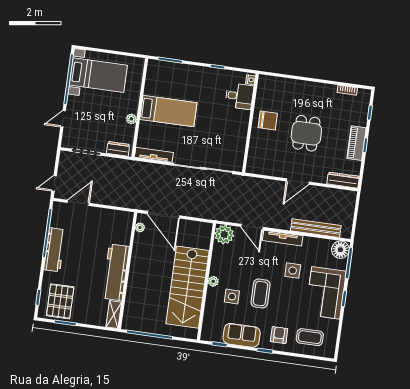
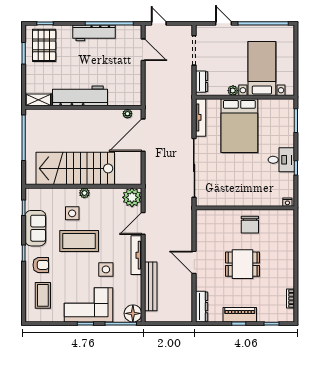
bed with nightstands: (98, 75) -> (262, 69), moved, turned 180
desk: (239, 96) -> (281, 160), moved, turned -90
bed: (168, 111) -> (239, 126), width x1.50
coffee table: (260, 293) -> (79, 241), width x1.36, depth x1.32
pallet: (60, 301) -> (44, 45), turned 90

